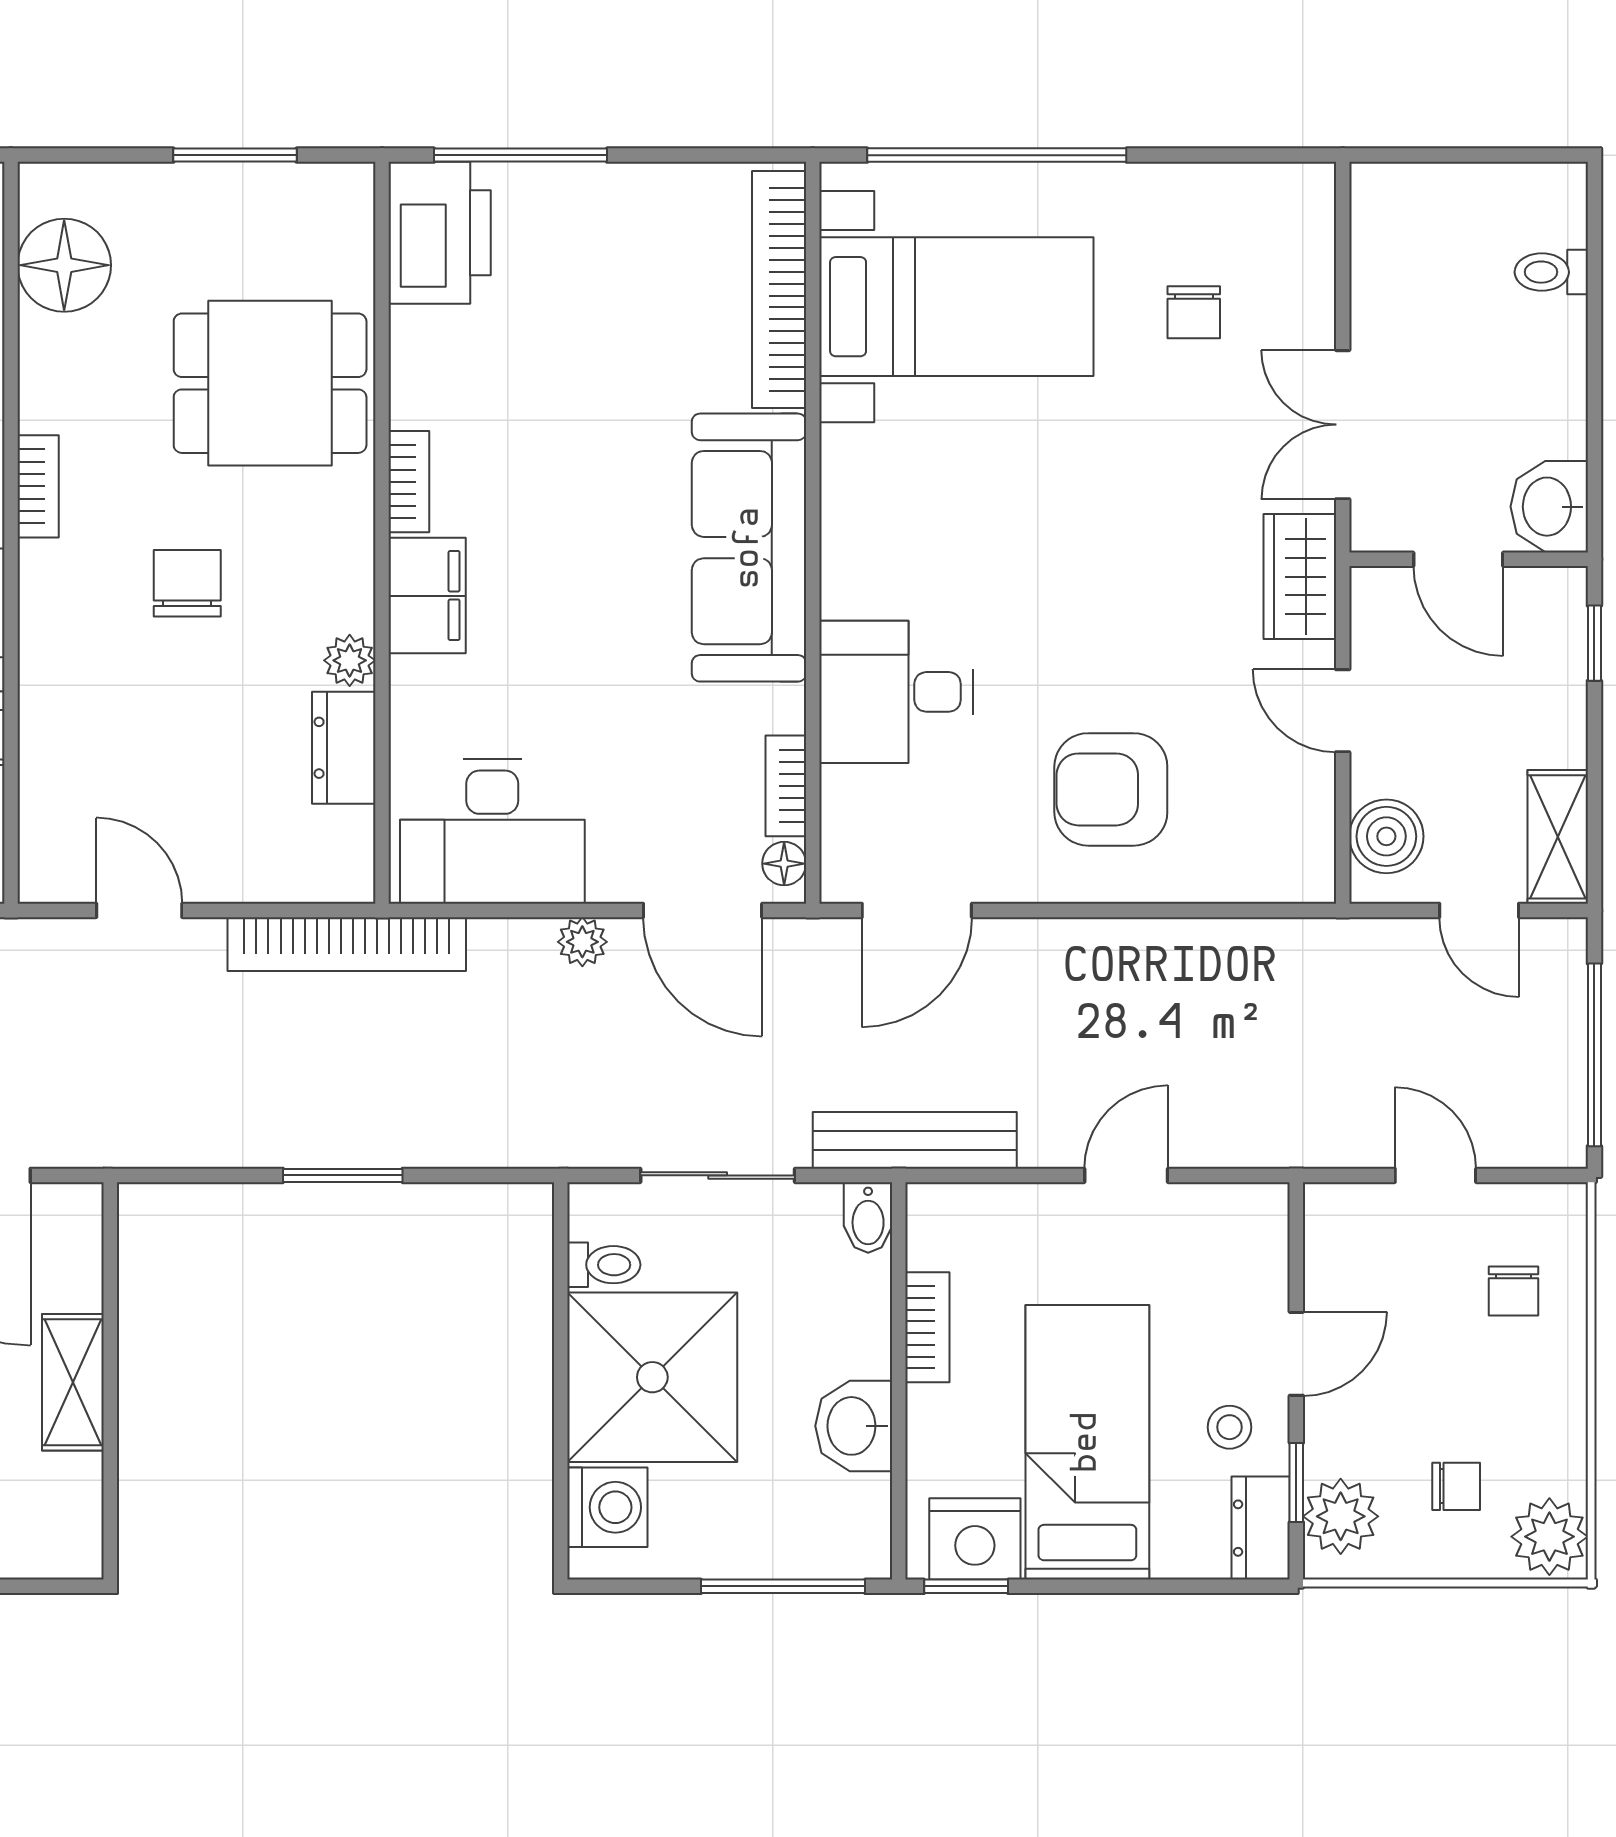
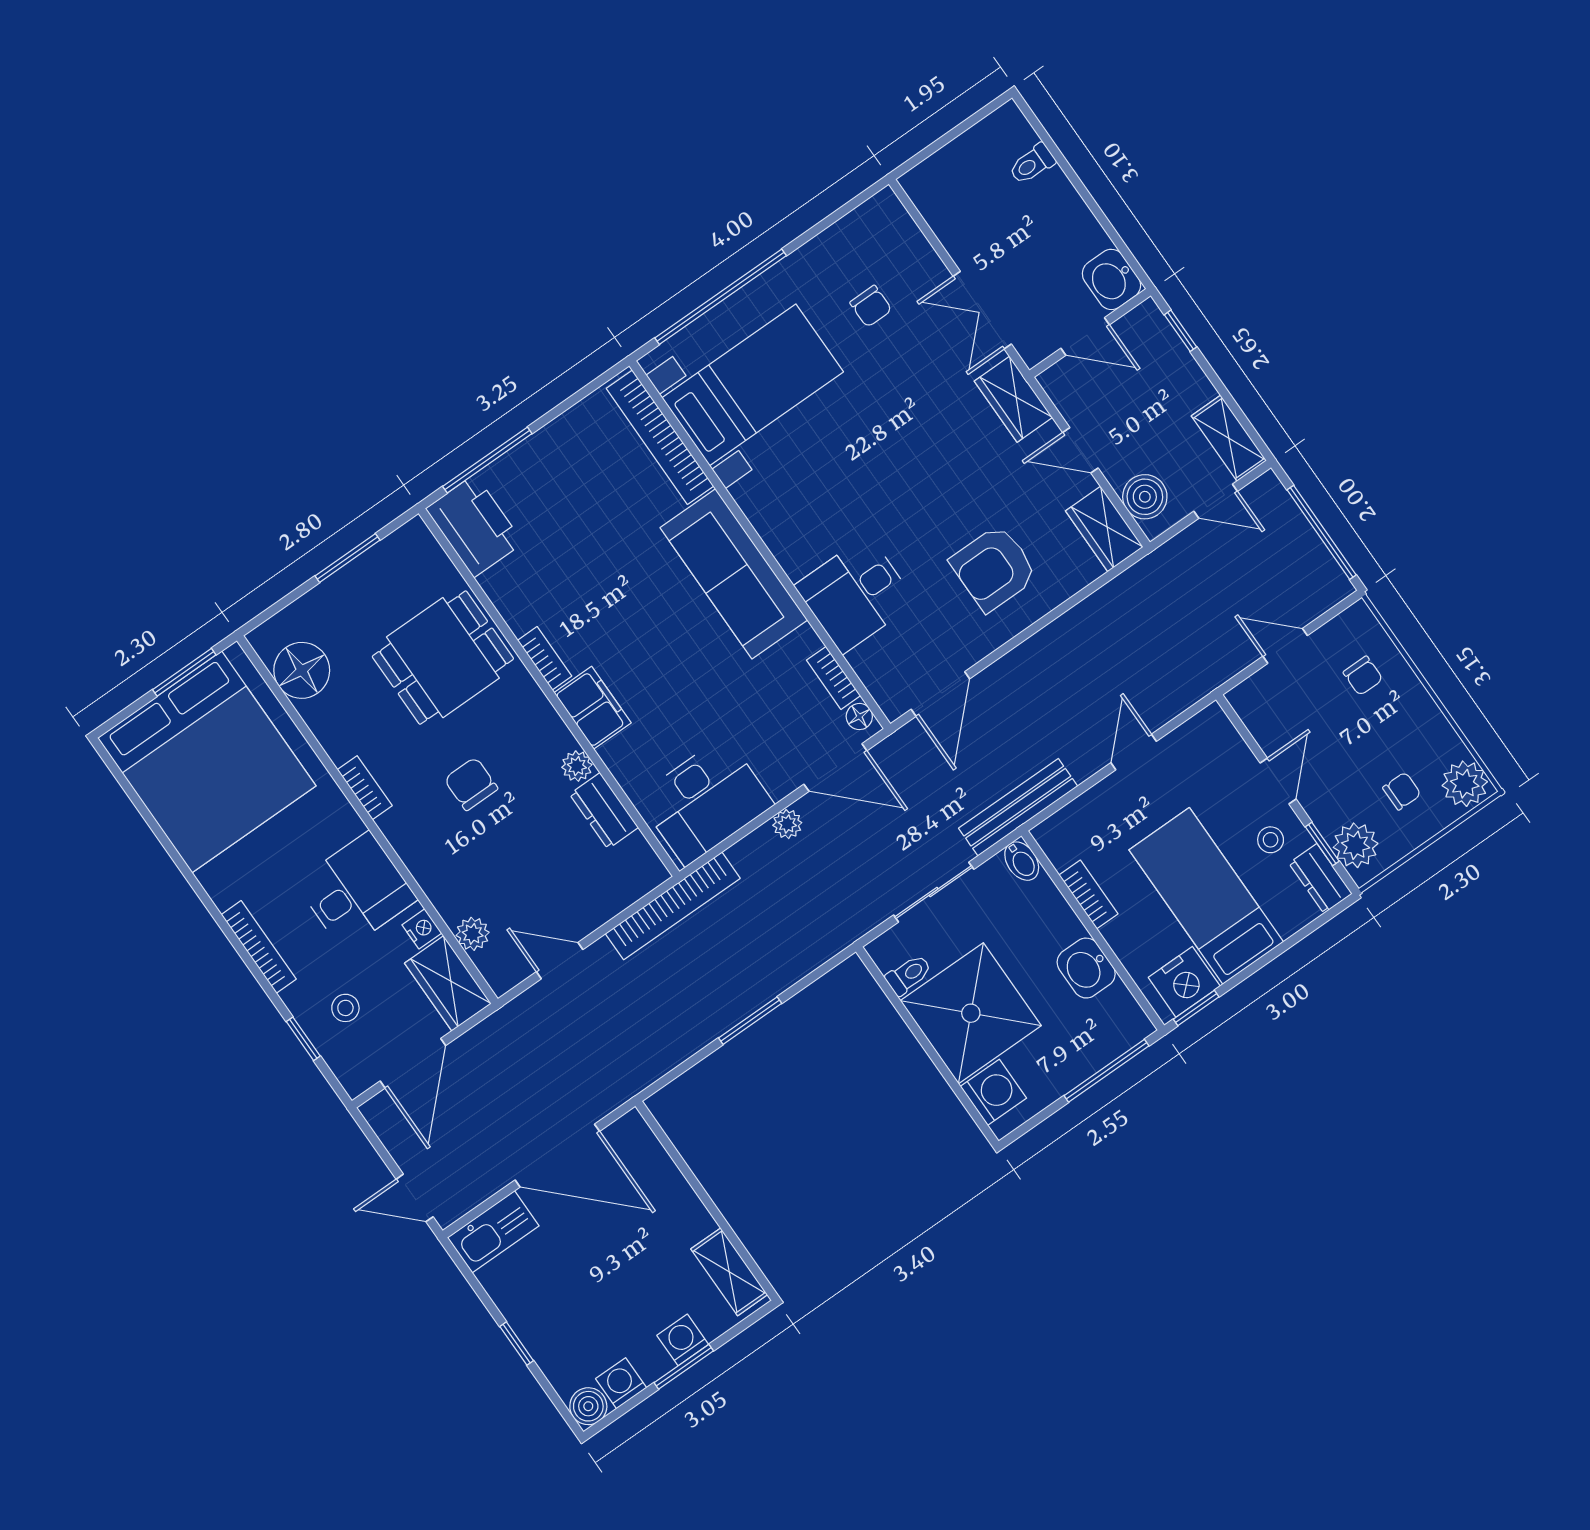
plant: (46, 790) -> (473, 934), added
wardrobe: (1300, 842) -> (1104, 529), added
shelving: (73, 1382) -> (729, 1272), moved

